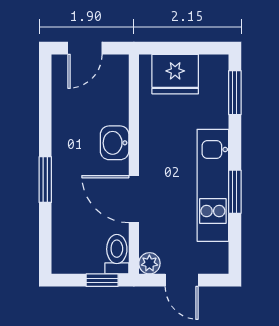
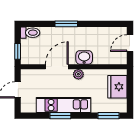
door: (85, 48) -> (130, 43), hinge flipped
toilet: (117, 254) -> (30, 33), moved
plant: (149, 263) -> (78, 74), moved

